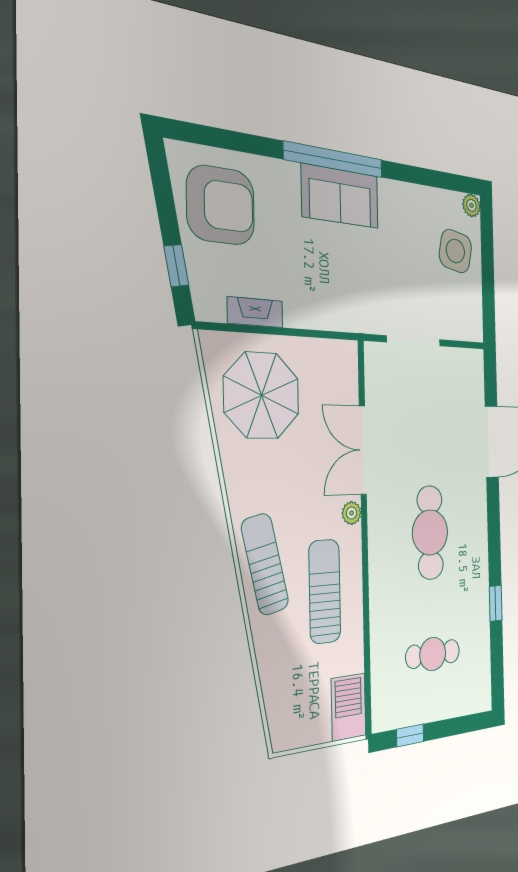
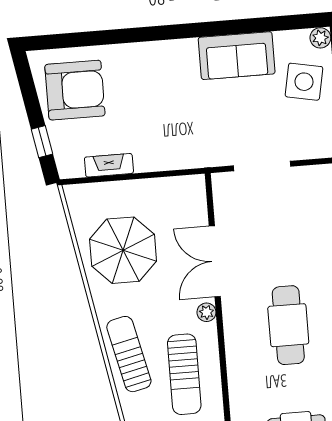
window: (334, 160) -> (173, 32), removed
sofa: (340, 196) -> (237, 56), moved
parasol: (262, 395) -> (123, 250), moved
sun lounger: (325, 591) -> (184, 374), turned 180

